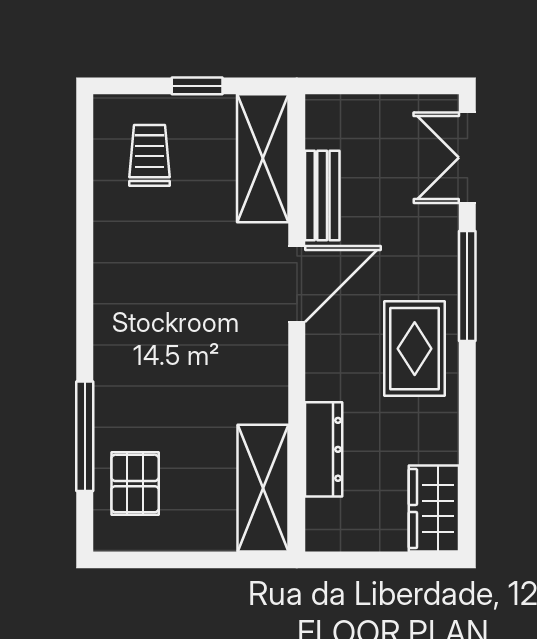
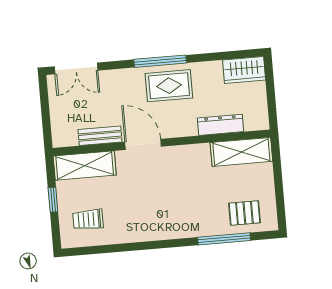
window: (467, 286) -> (160, 61), moved

